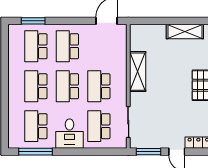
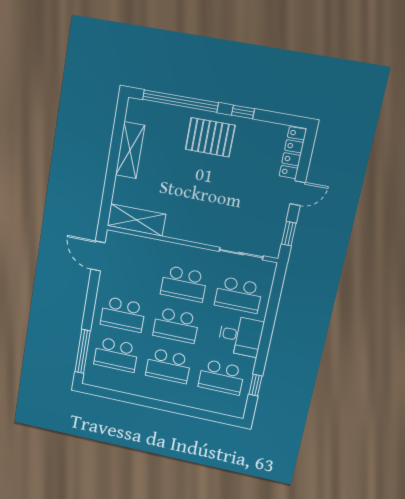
window: (33, 21) -> (83, 351), width x1.44
shelving: (138, 72) -> (136, 220), moved
window: (35, 152) -> (255, 385), width x0.46
window: (148, 152) -> (289, 234), width x0.67

